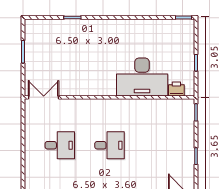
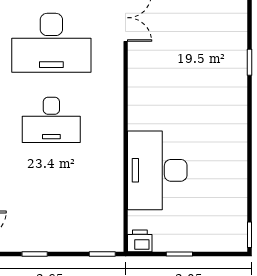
printer: (176, 89) -> (140, 241), moved, turned -90
desk: (60, 145) -> (51, 43), width x1.87, depth x1.30
desk: (109, 145) -> (51, 120), width x1.37

